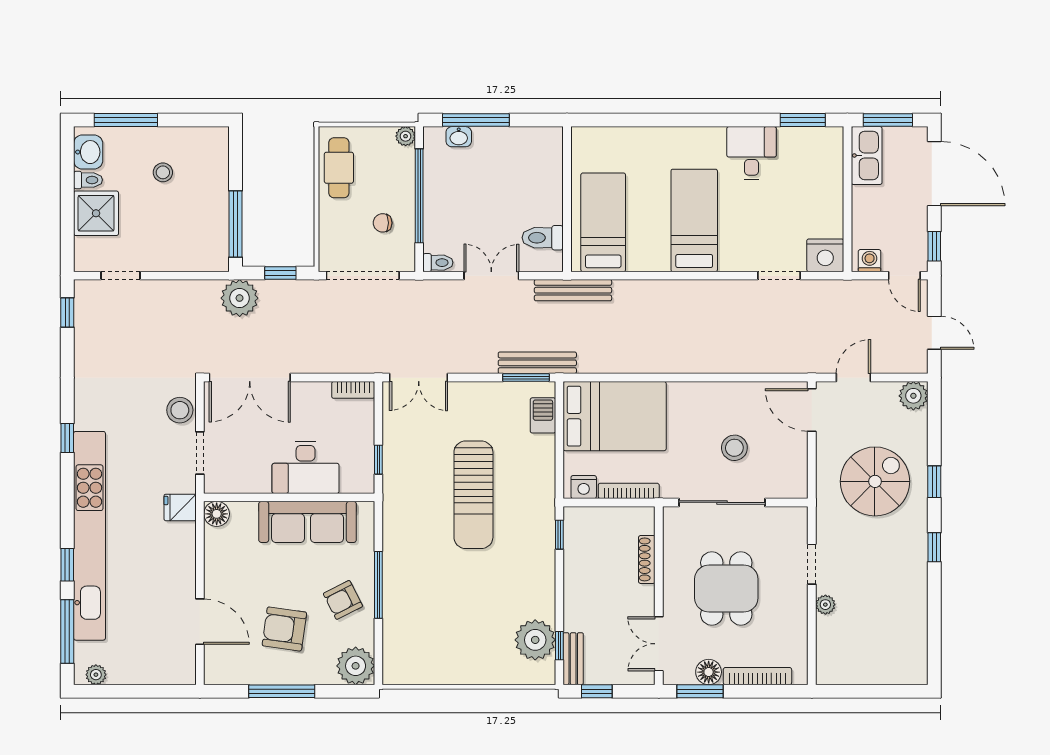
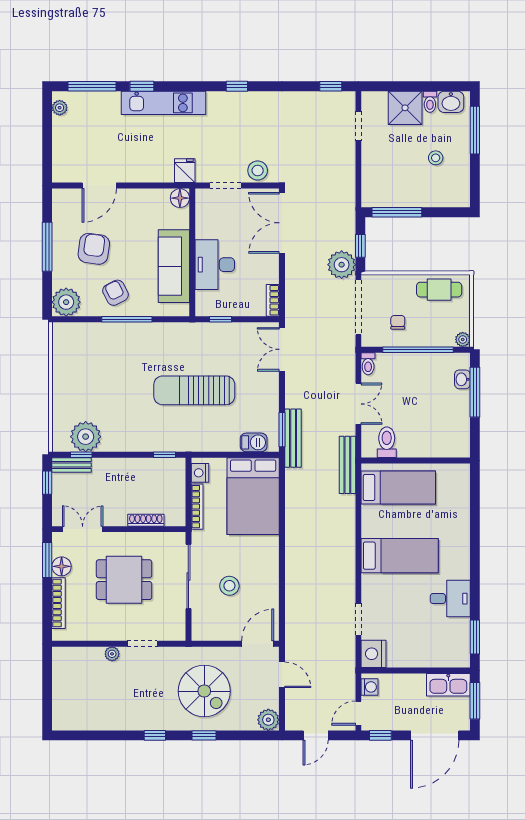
plant: (240, 298) -> (342, 265), moved
kitchen unit: (89, 536) -> (164, 103), width x0.54

